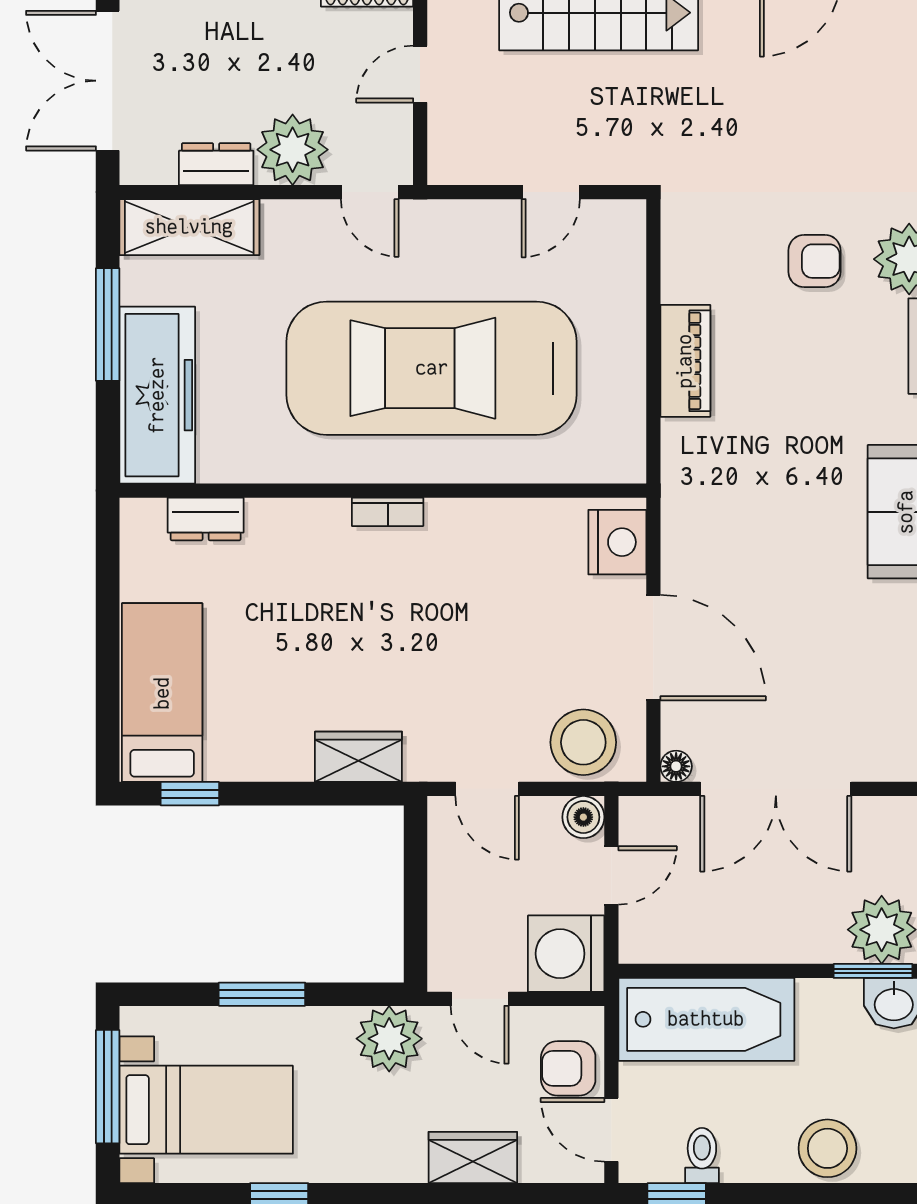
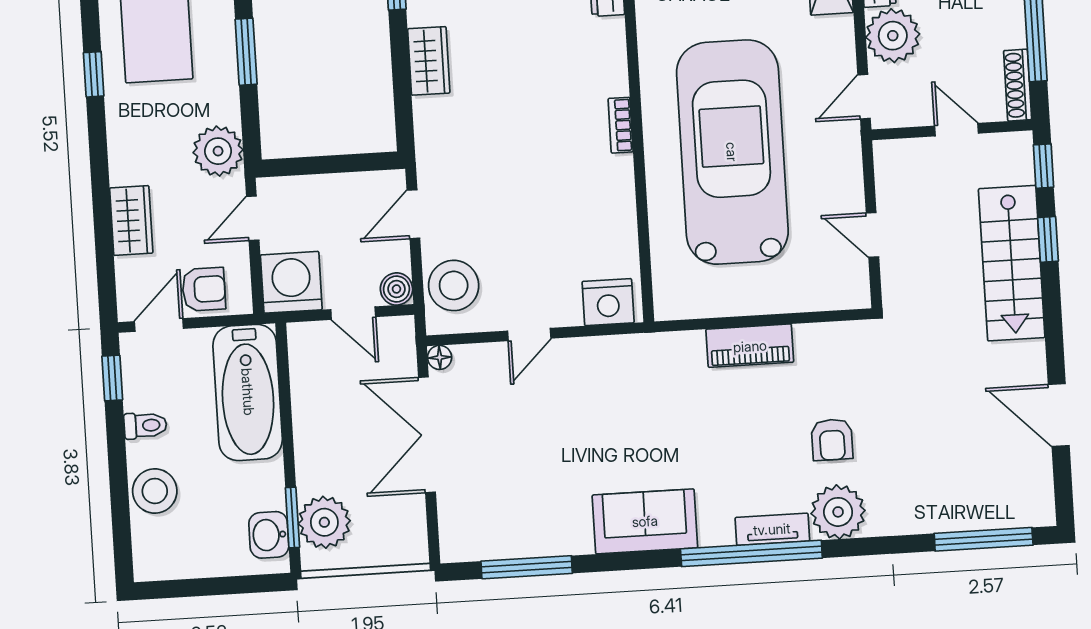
door: (653, 648) -> (529, 335), width x0.53
wardrobe: (358, 757) -> (429, 61), moved
armchair: (568, 1068) -> (204, 289), turned 90
toilet: (702, 1155) -> (145, 425), moved

